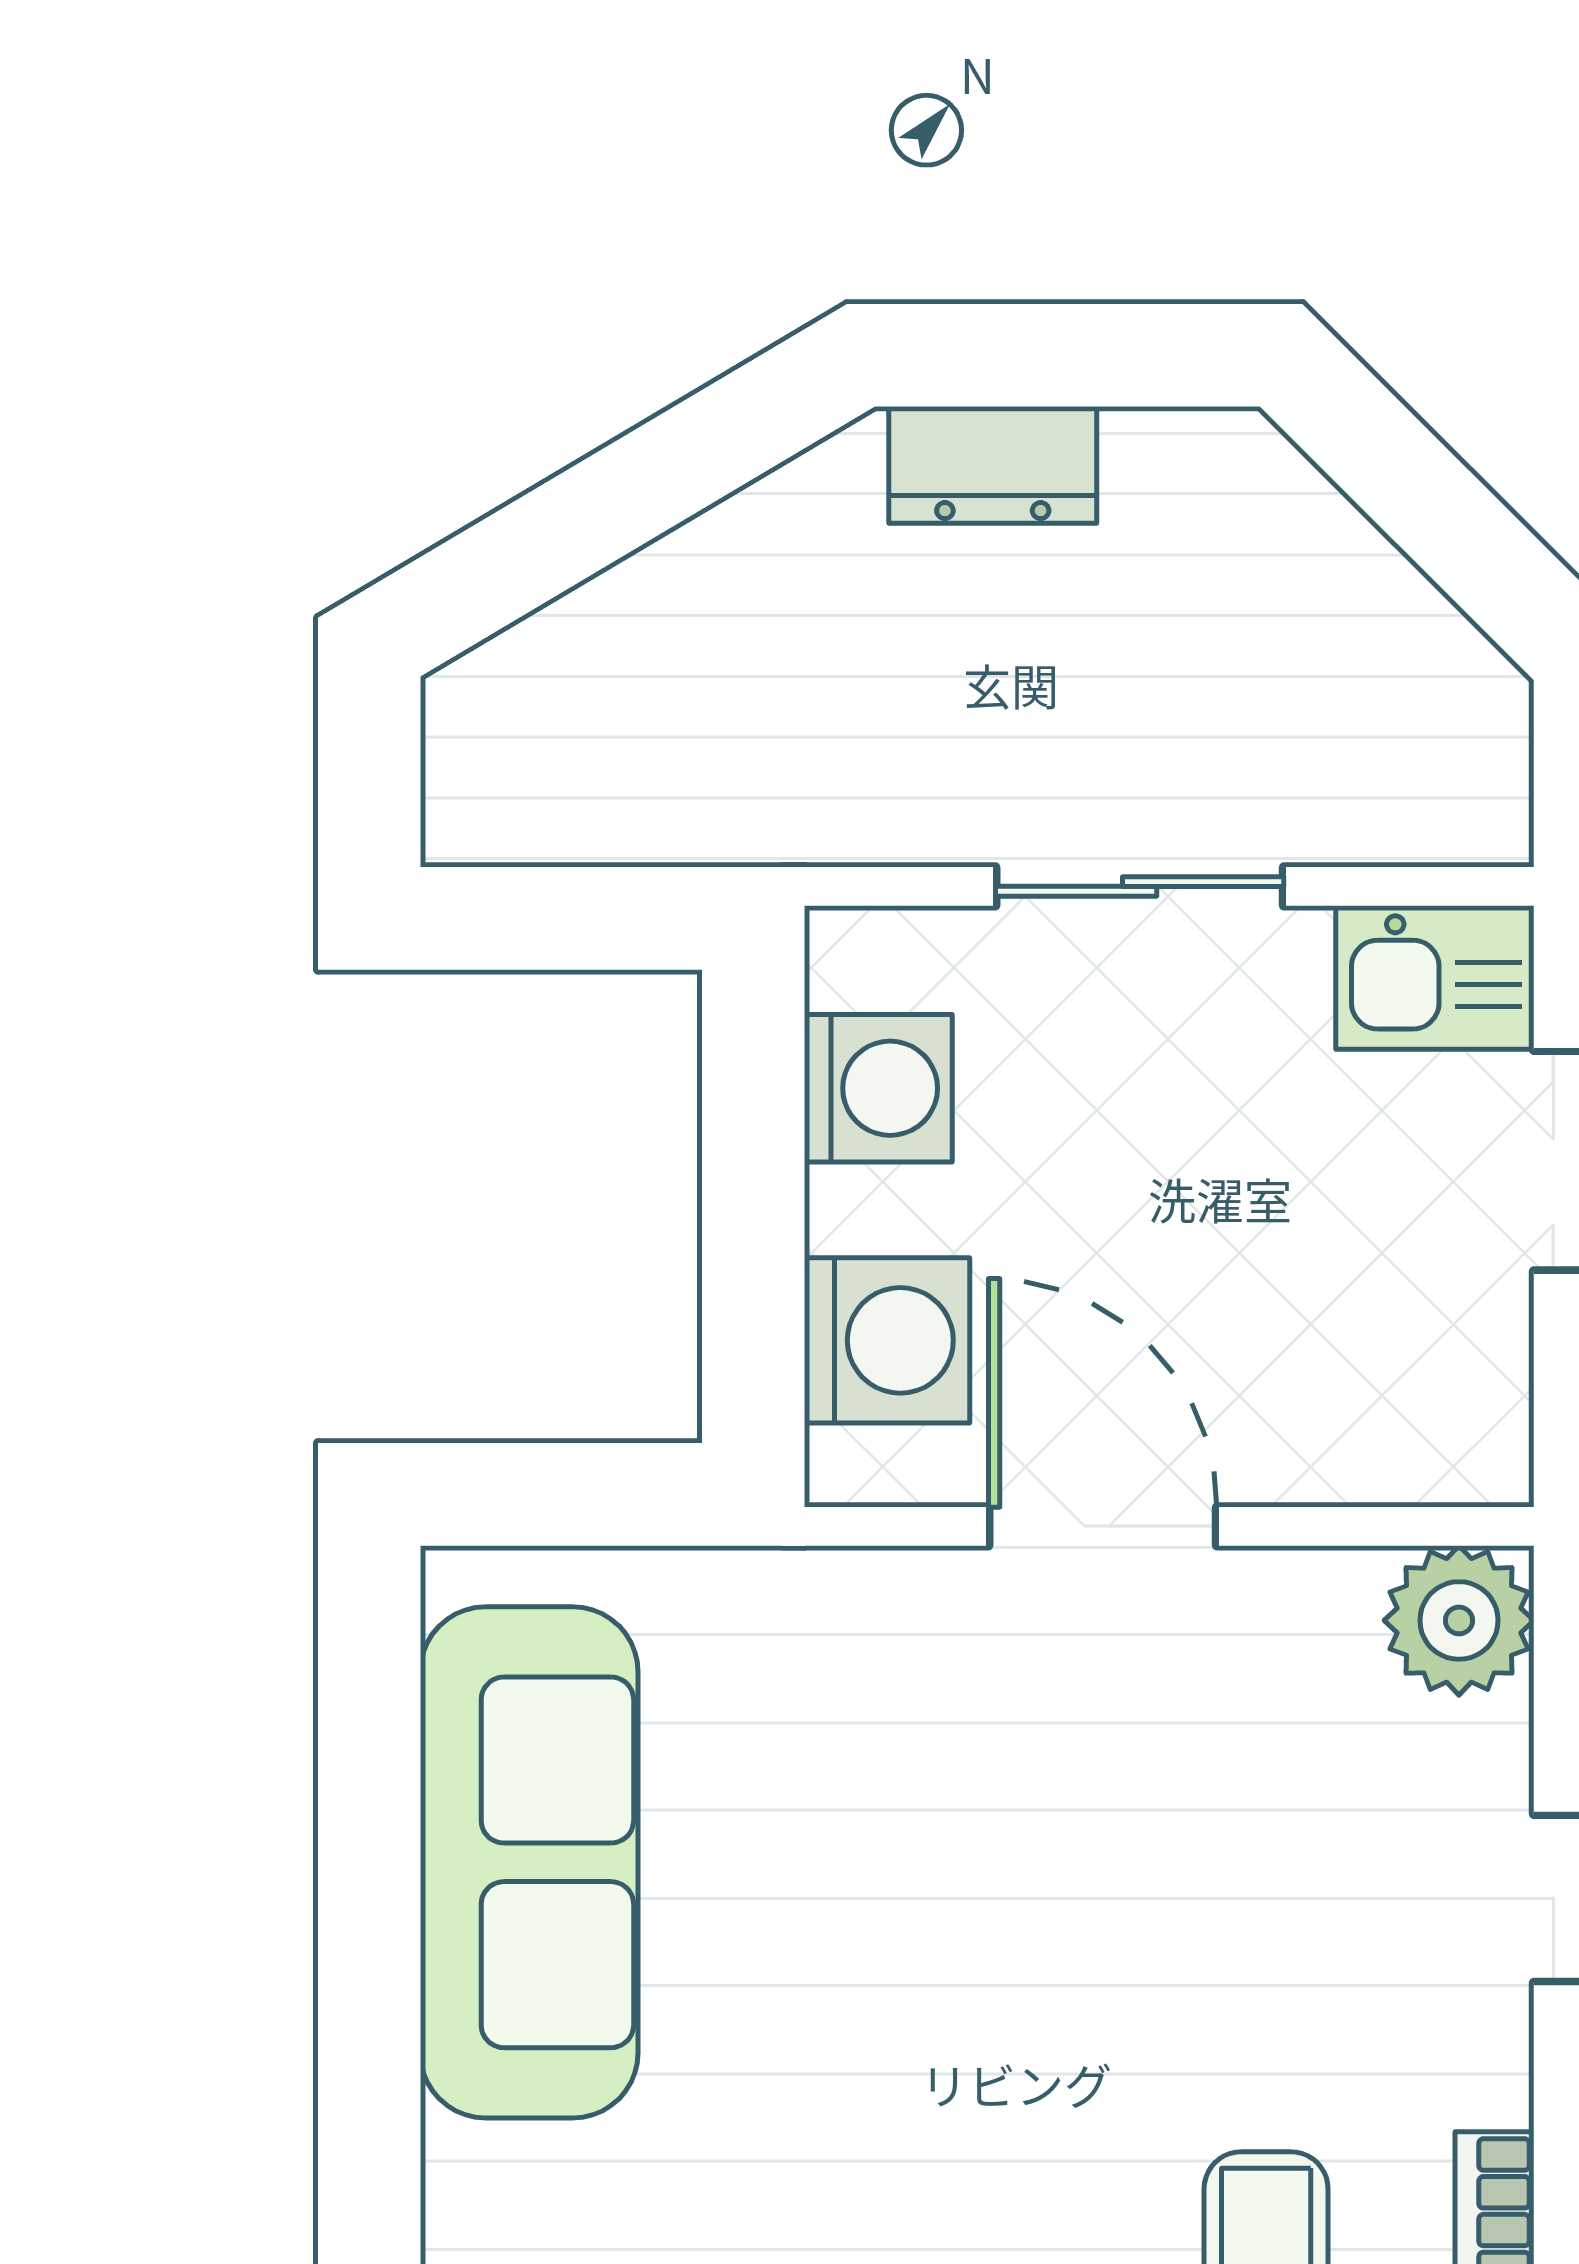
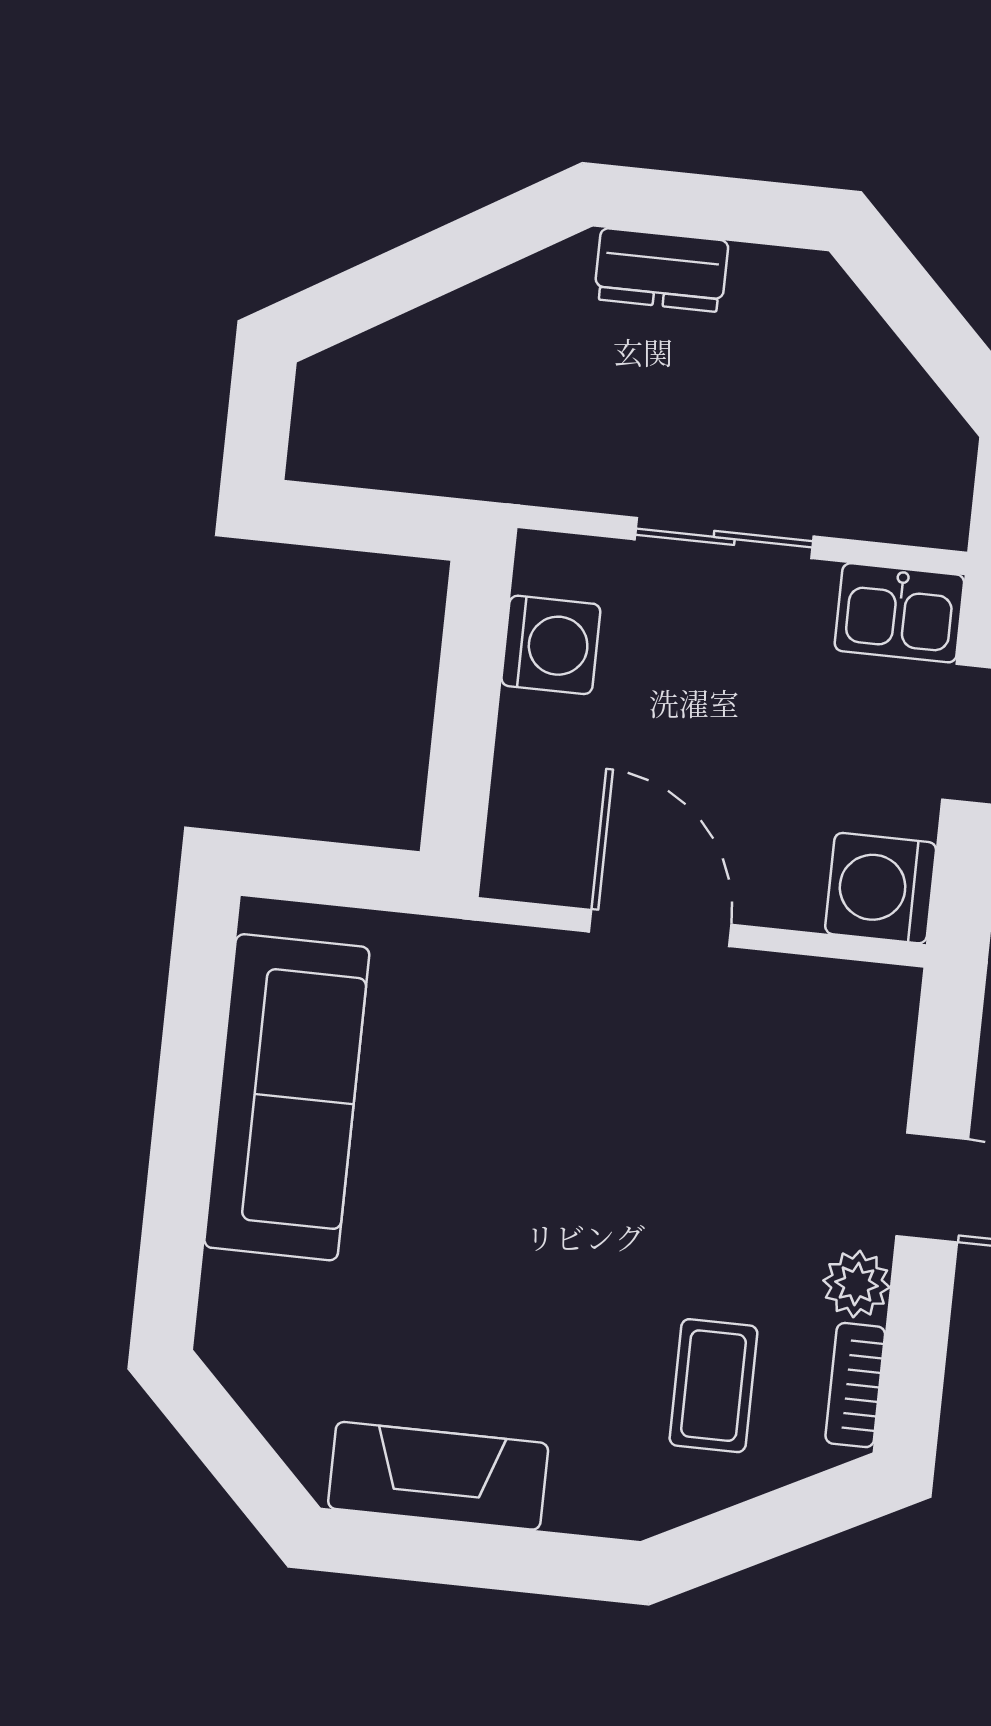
washing machine: (887, 1340) -> (881, 888), moved, turned 180
plant: (1459, 1620) -> (857, 1284), moved, width x0.73, depth x0.73

